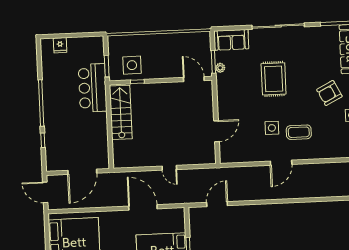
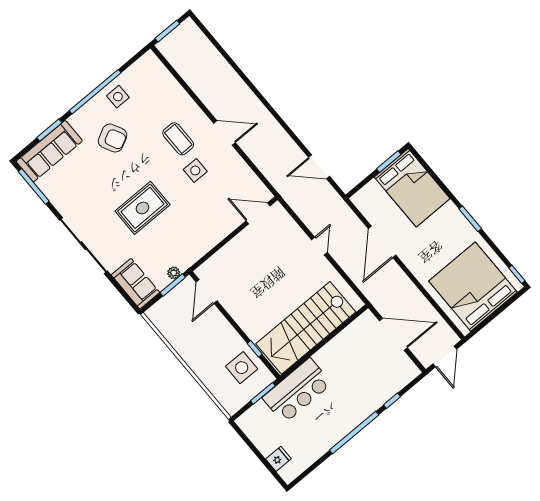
stairs: (121, 112) -> (306, 328), width x1.36, depth x1.51
door: (217, 131) -> (258, 213), moved

